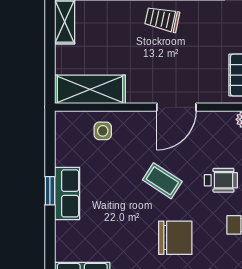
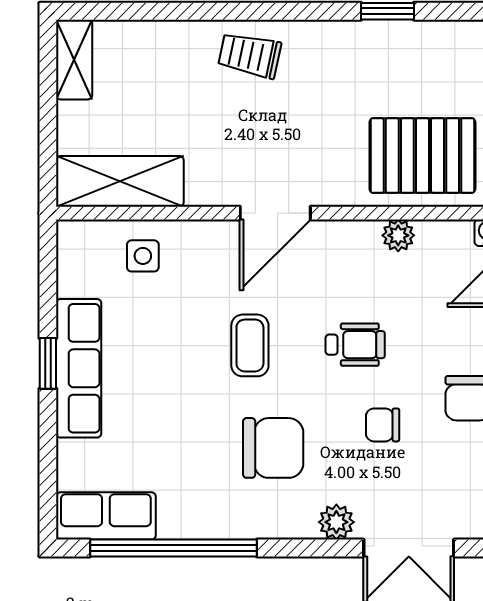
coffee table: (162, 181) -> (250, 345), turned 57
row of seats: (67, 193) -> (79, 368), width x1.48

